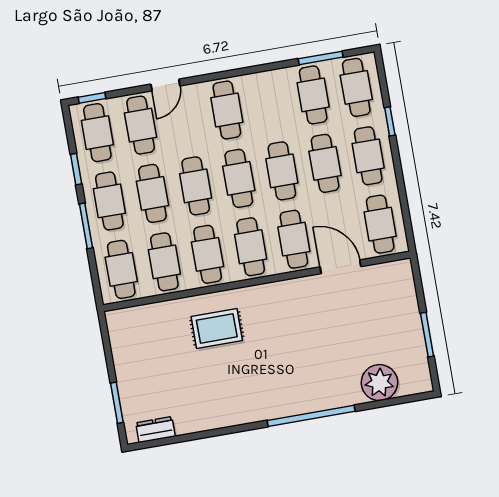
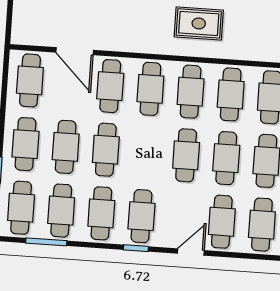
window: (92, 98) -> (136, 248), moved
cafe table: (239, 178) -> (101, 213), moved

